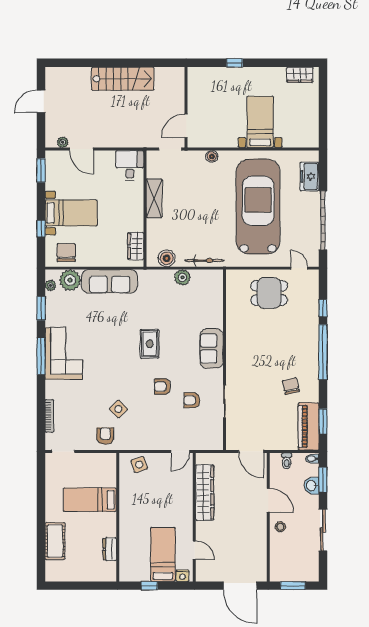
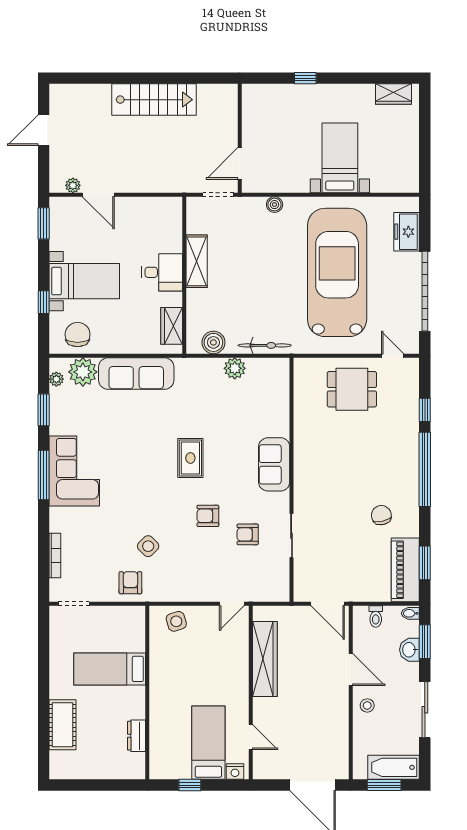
desk: (130, 165) -> (162, 272), moved, turned 90
bathtub: (300, 573) -> (394, 767), added

